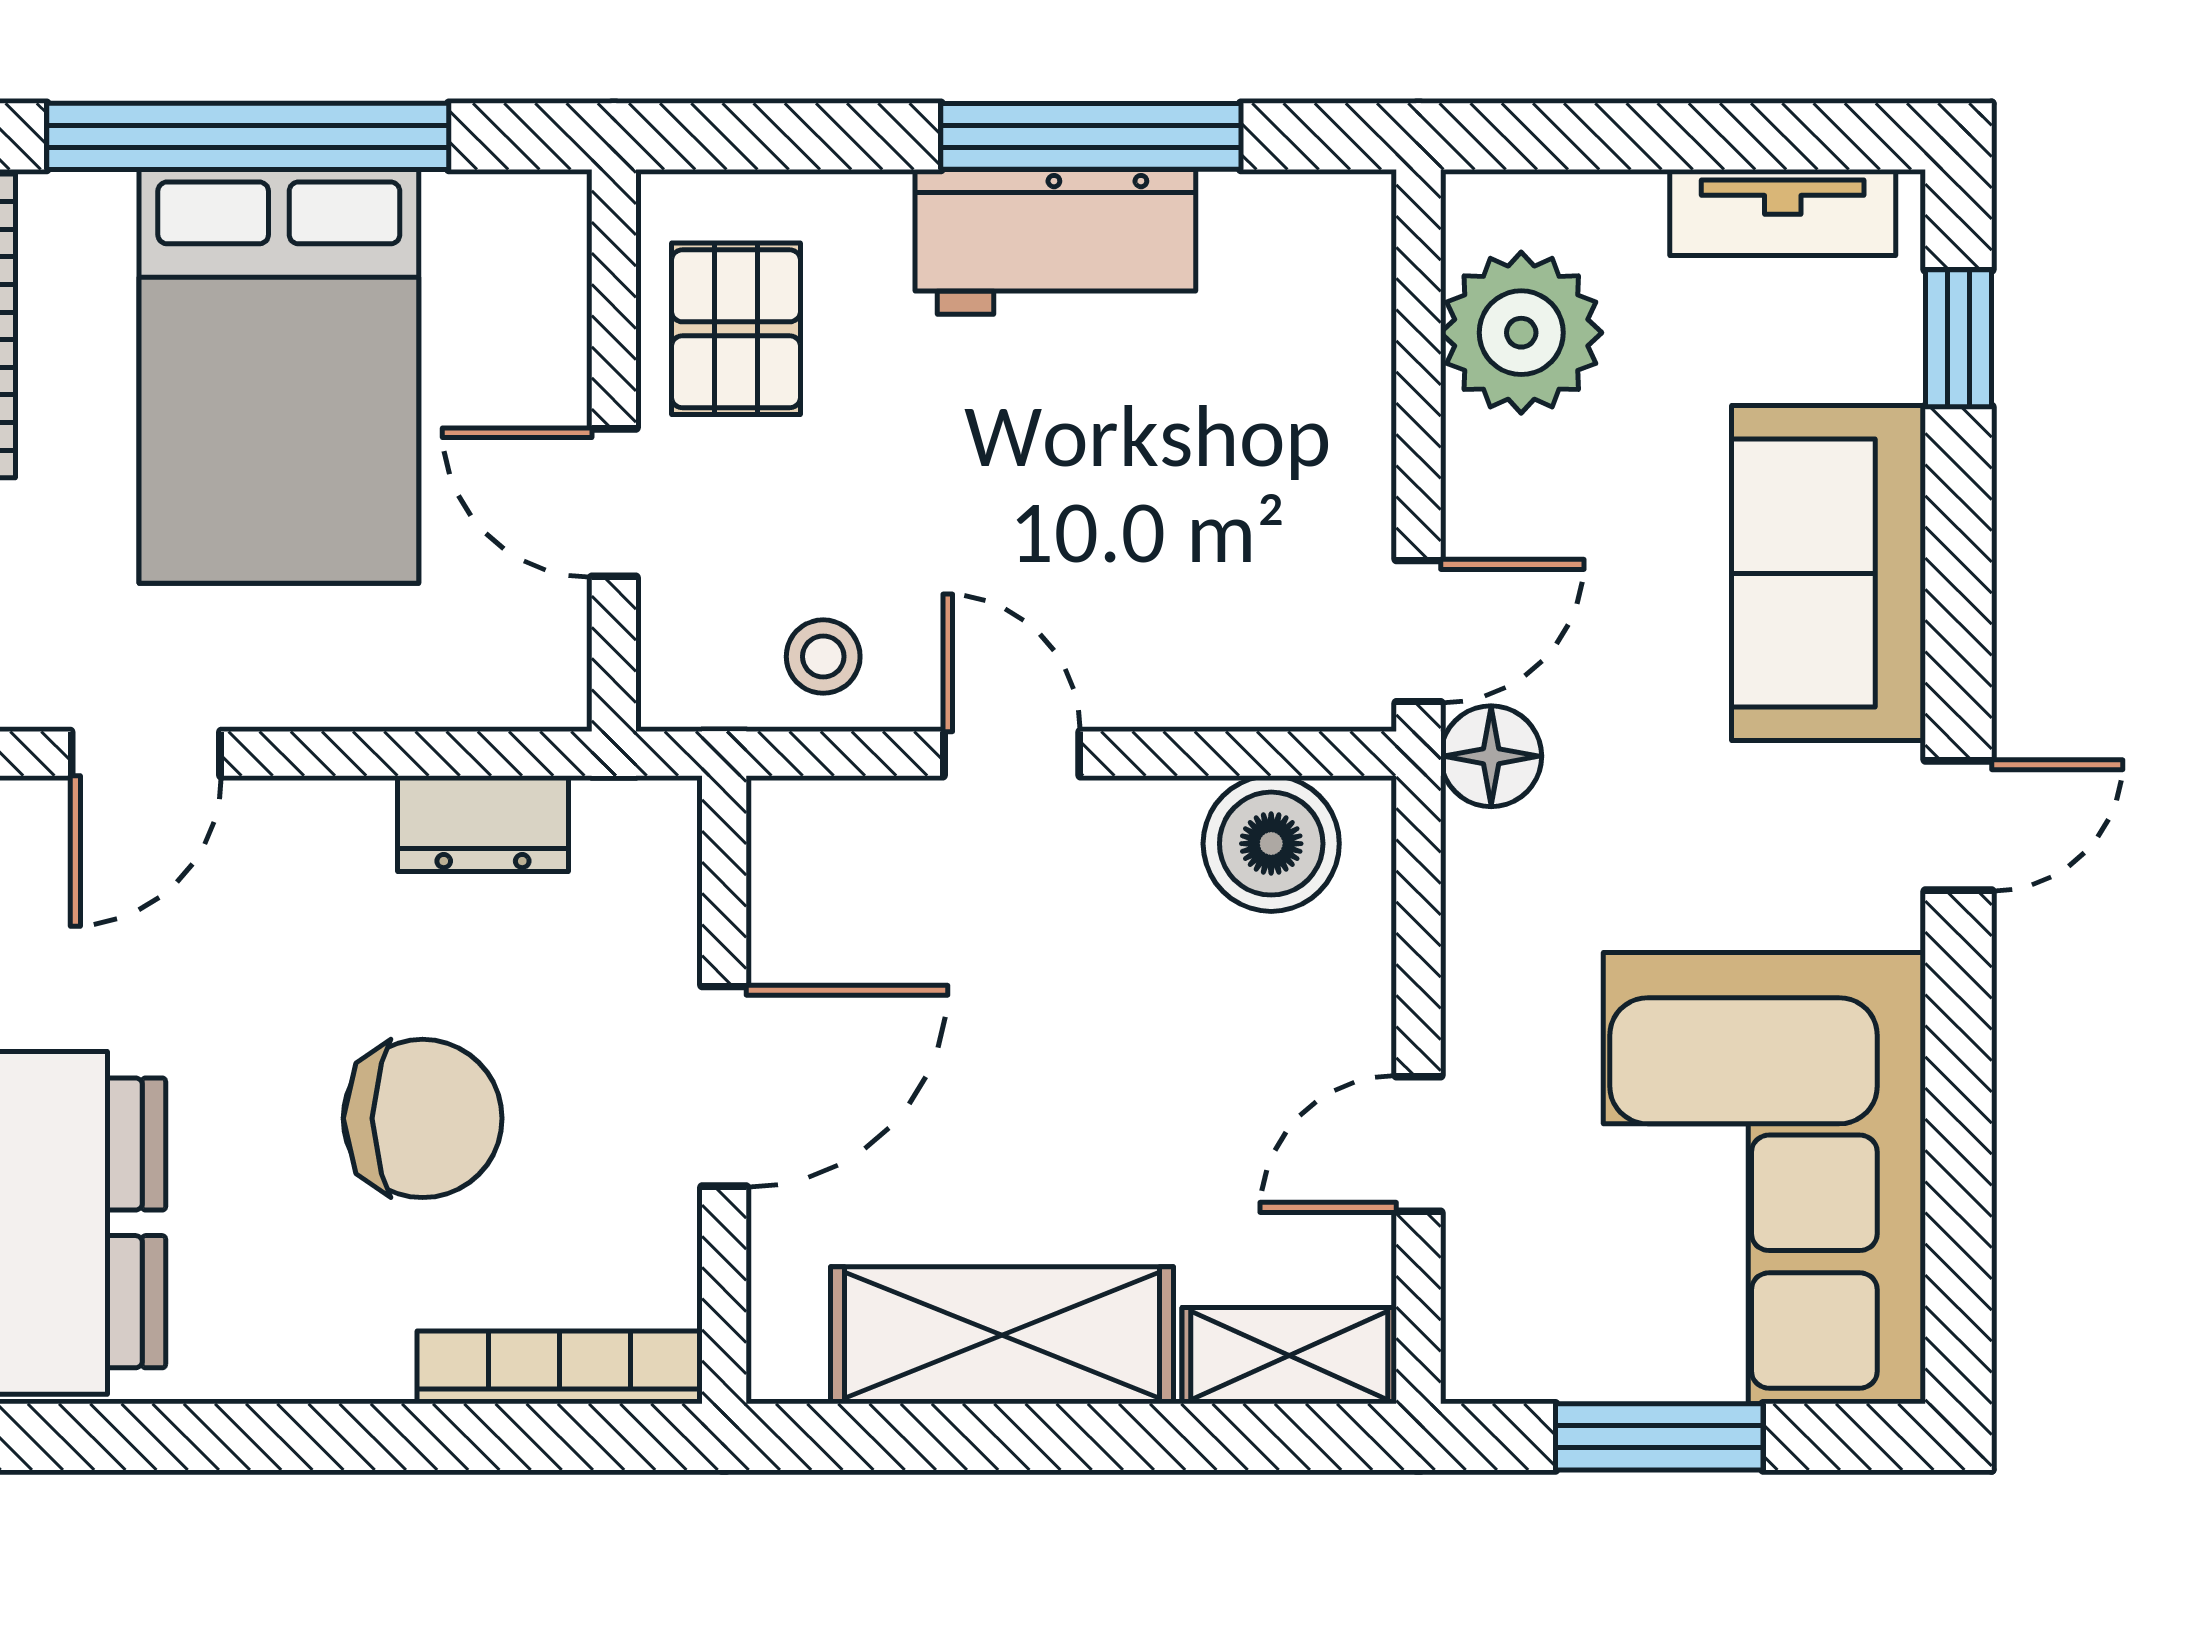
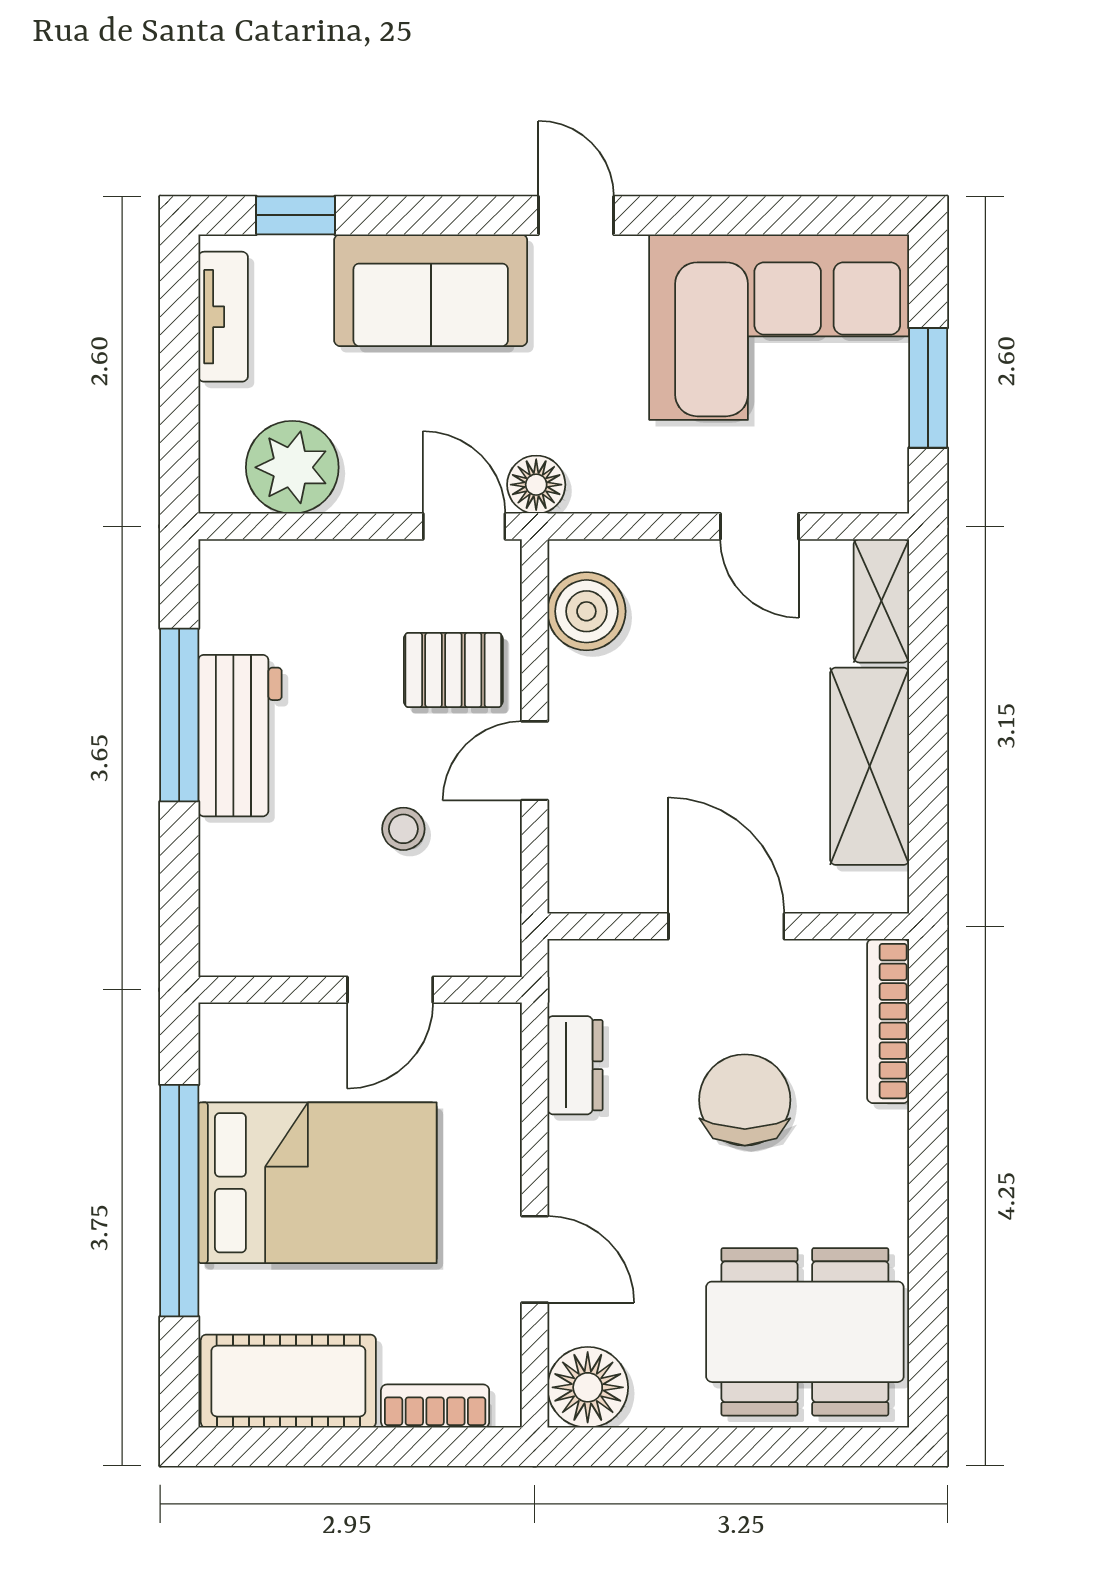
pallet: (736, 329) -> (453, 670), moved
stool: (823, 657) -> (403, 829), moved

